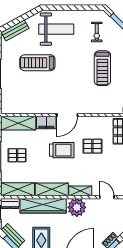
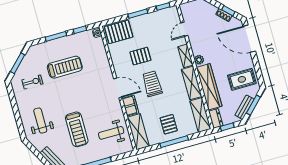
weight bench: (56, 29) -> (40, 121), width x0.73, depth x0.75
weight bench: (24, 96) -> (111, 133), added
pallet: (92, 146) -> (140, 56), turned 90
plant: (77, 207) -> (199, 60), width x0.53, depth x0.53

